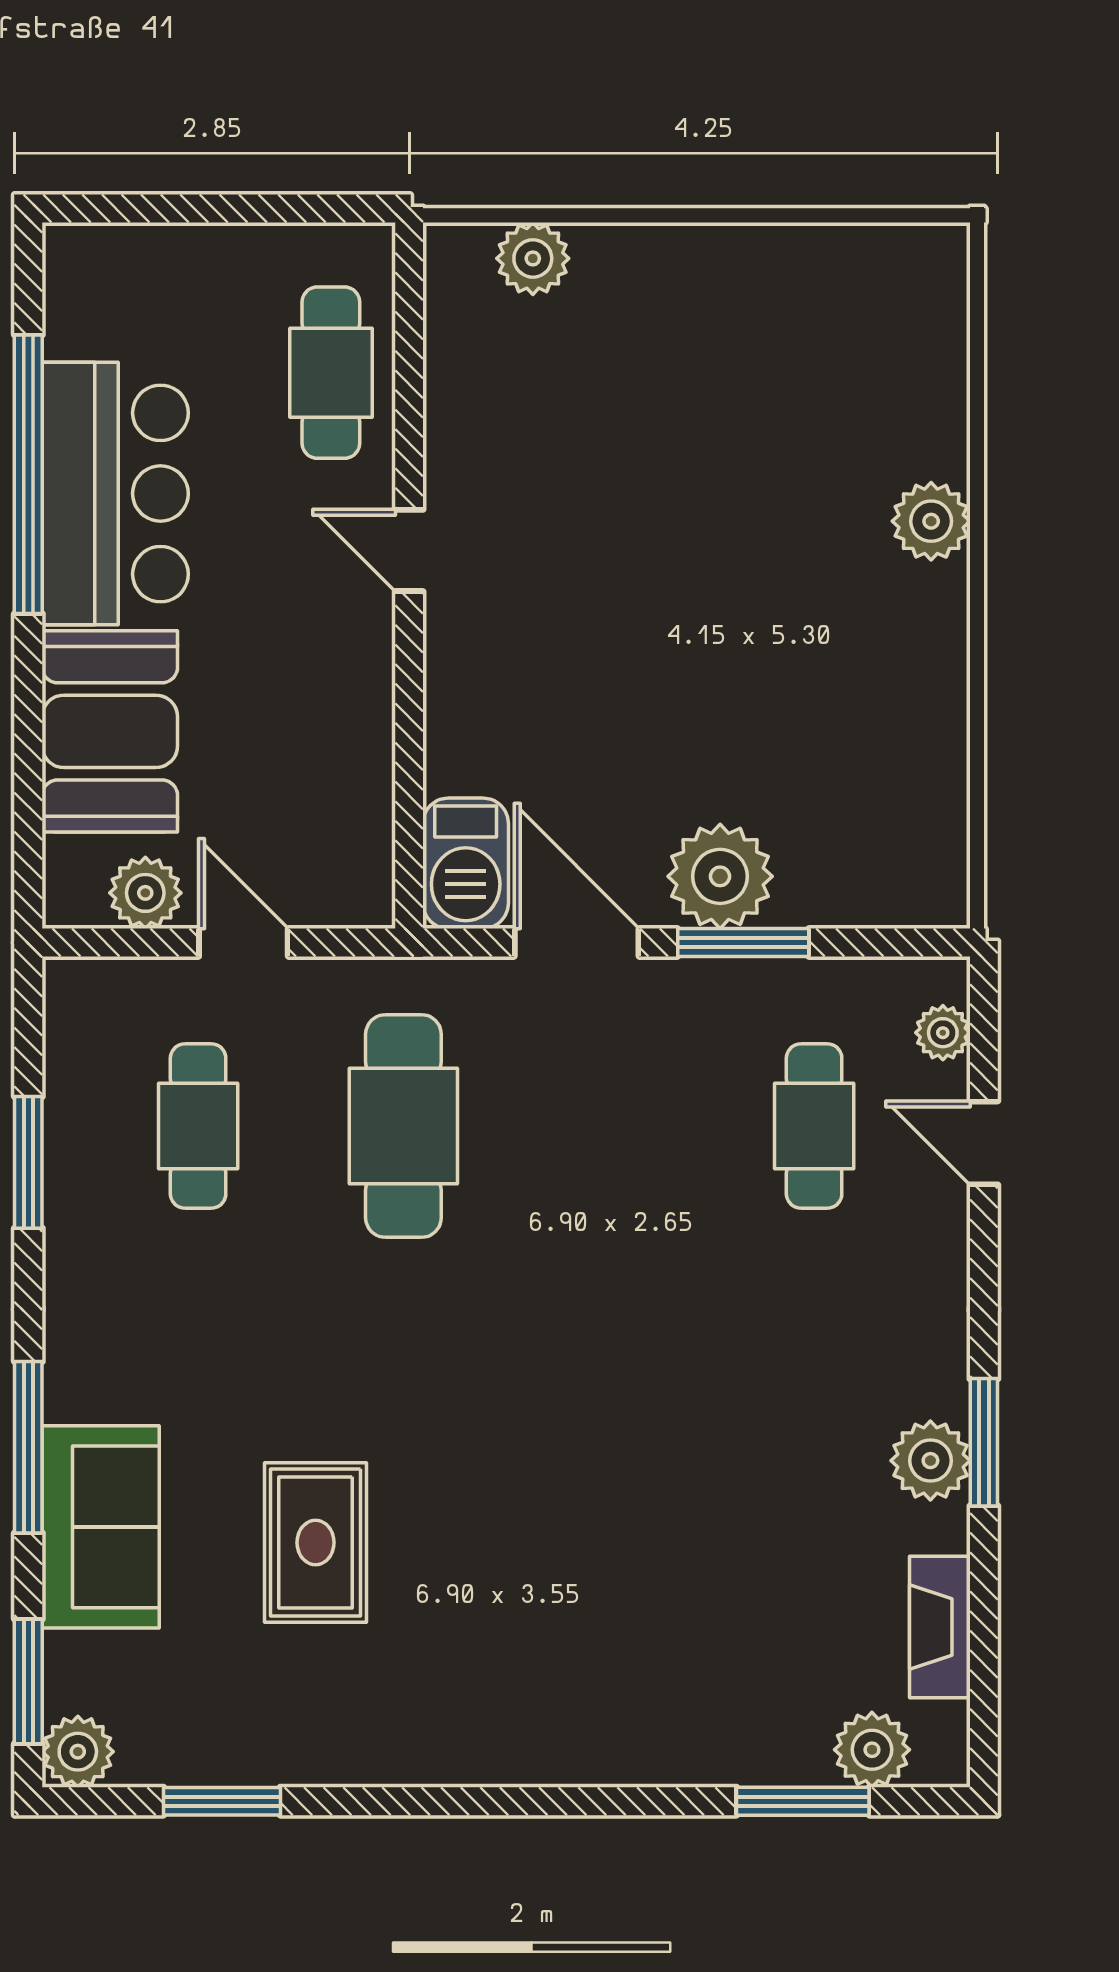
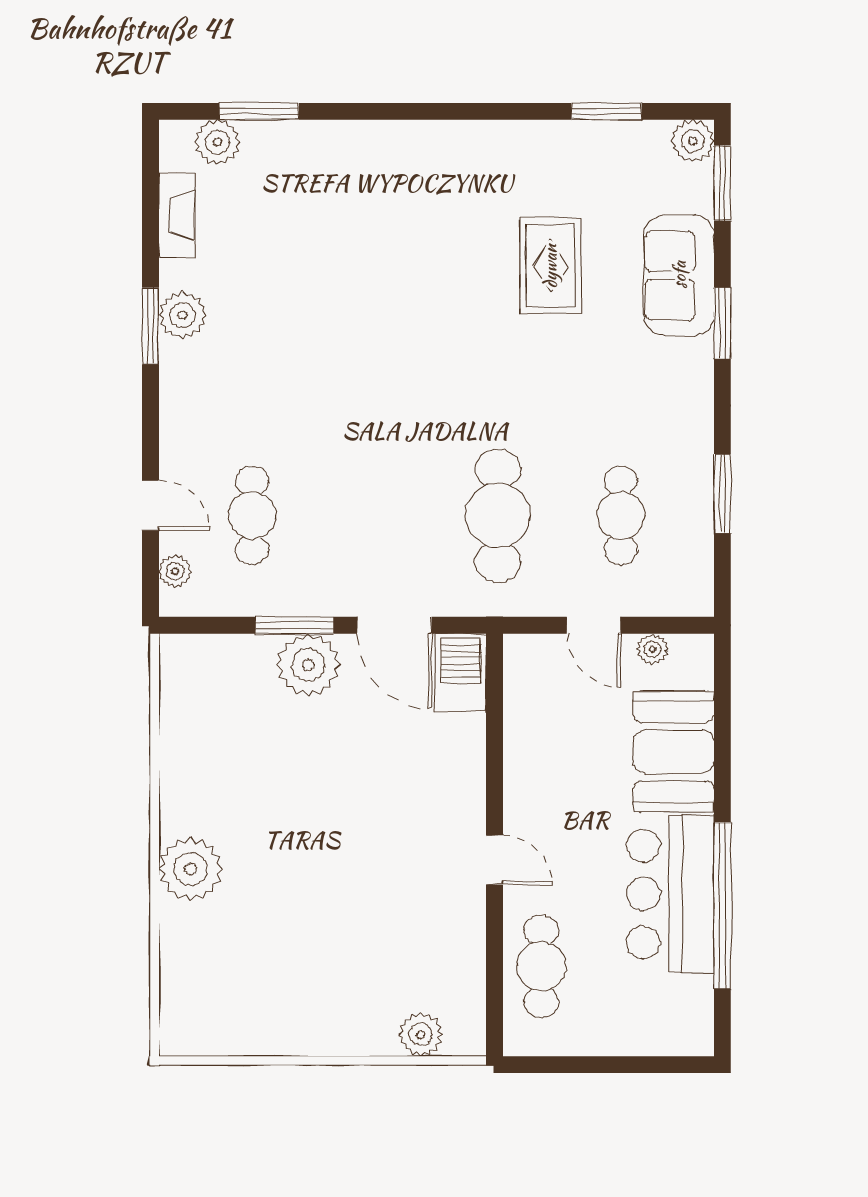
plant: (931, 521) -> (191, 869), width x1.36, depth x1.36
plant: (145, 893) -> (652, 649), width x0.73, depth x0.73
window: (28, 1447) -> (722, 323), width x0.69

